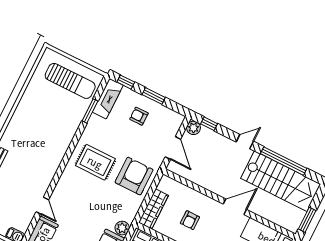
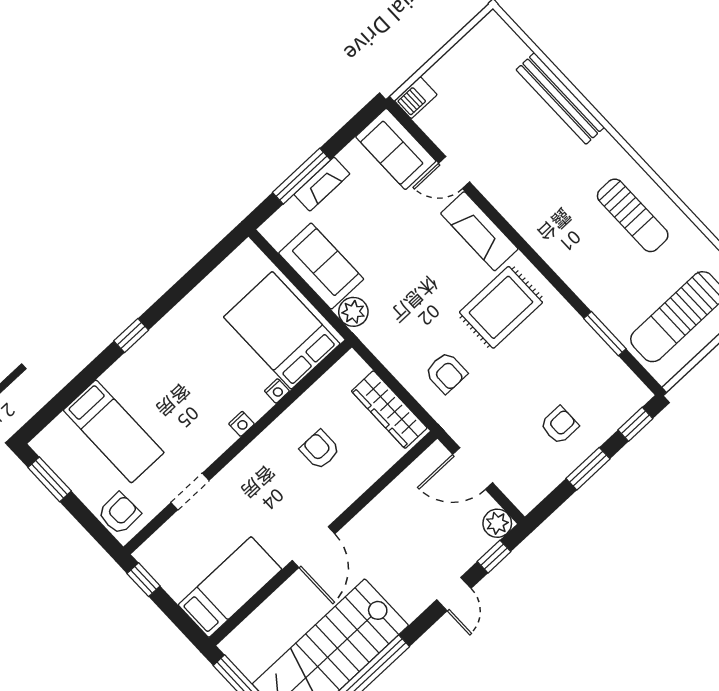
fireplace: (108, 99) -> (479, 231), moved
sun lounger: (32, 118) -> (633, 215), added
door: (245, 142) -> (454, 594), moved
armchair: (134, 176) -> (446, 373), width x0.53, depth x0.53
wardrobe: (153, 209) -> (389, 410), moved

